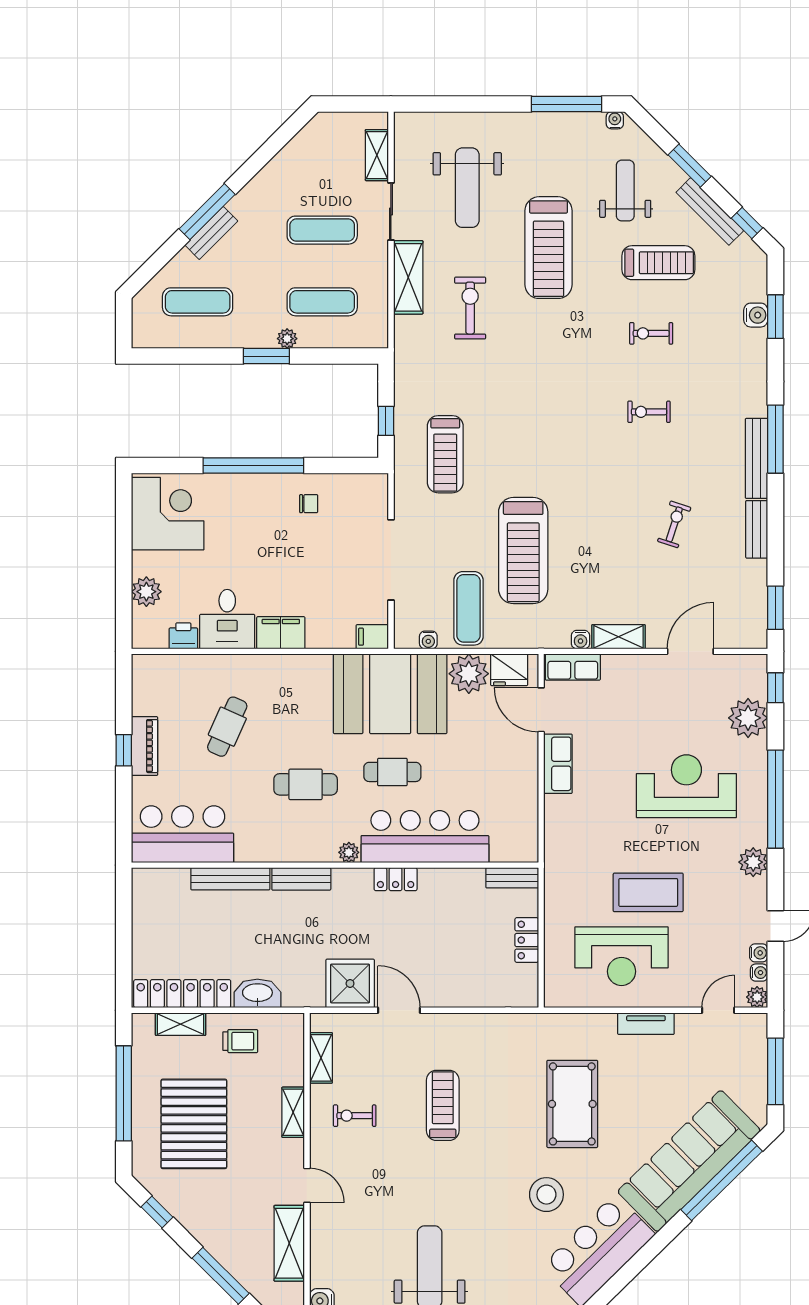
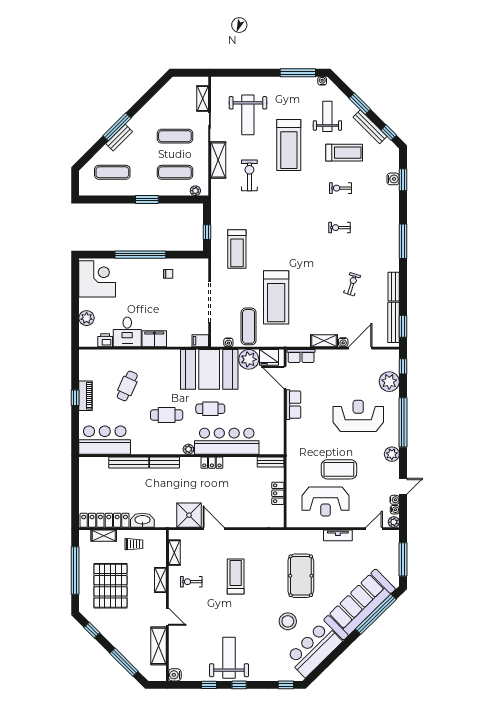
plant: (287, 339) -> (195, 191), moved
bench: (757, 458) -> (393, 322), moved
water cooler: (581, 640) -> (343, 342), moved

